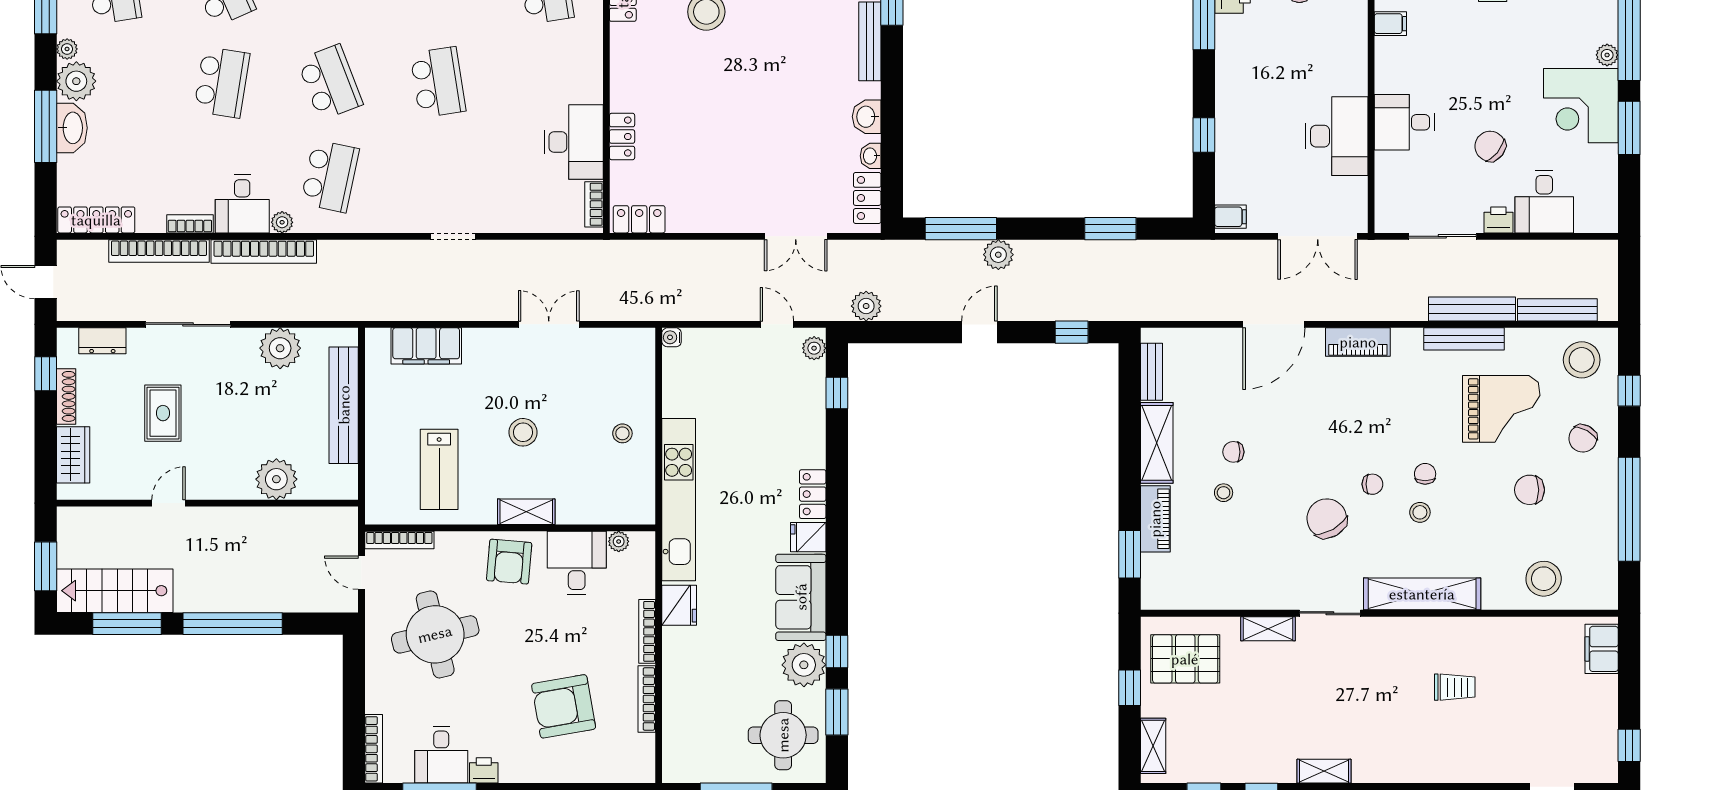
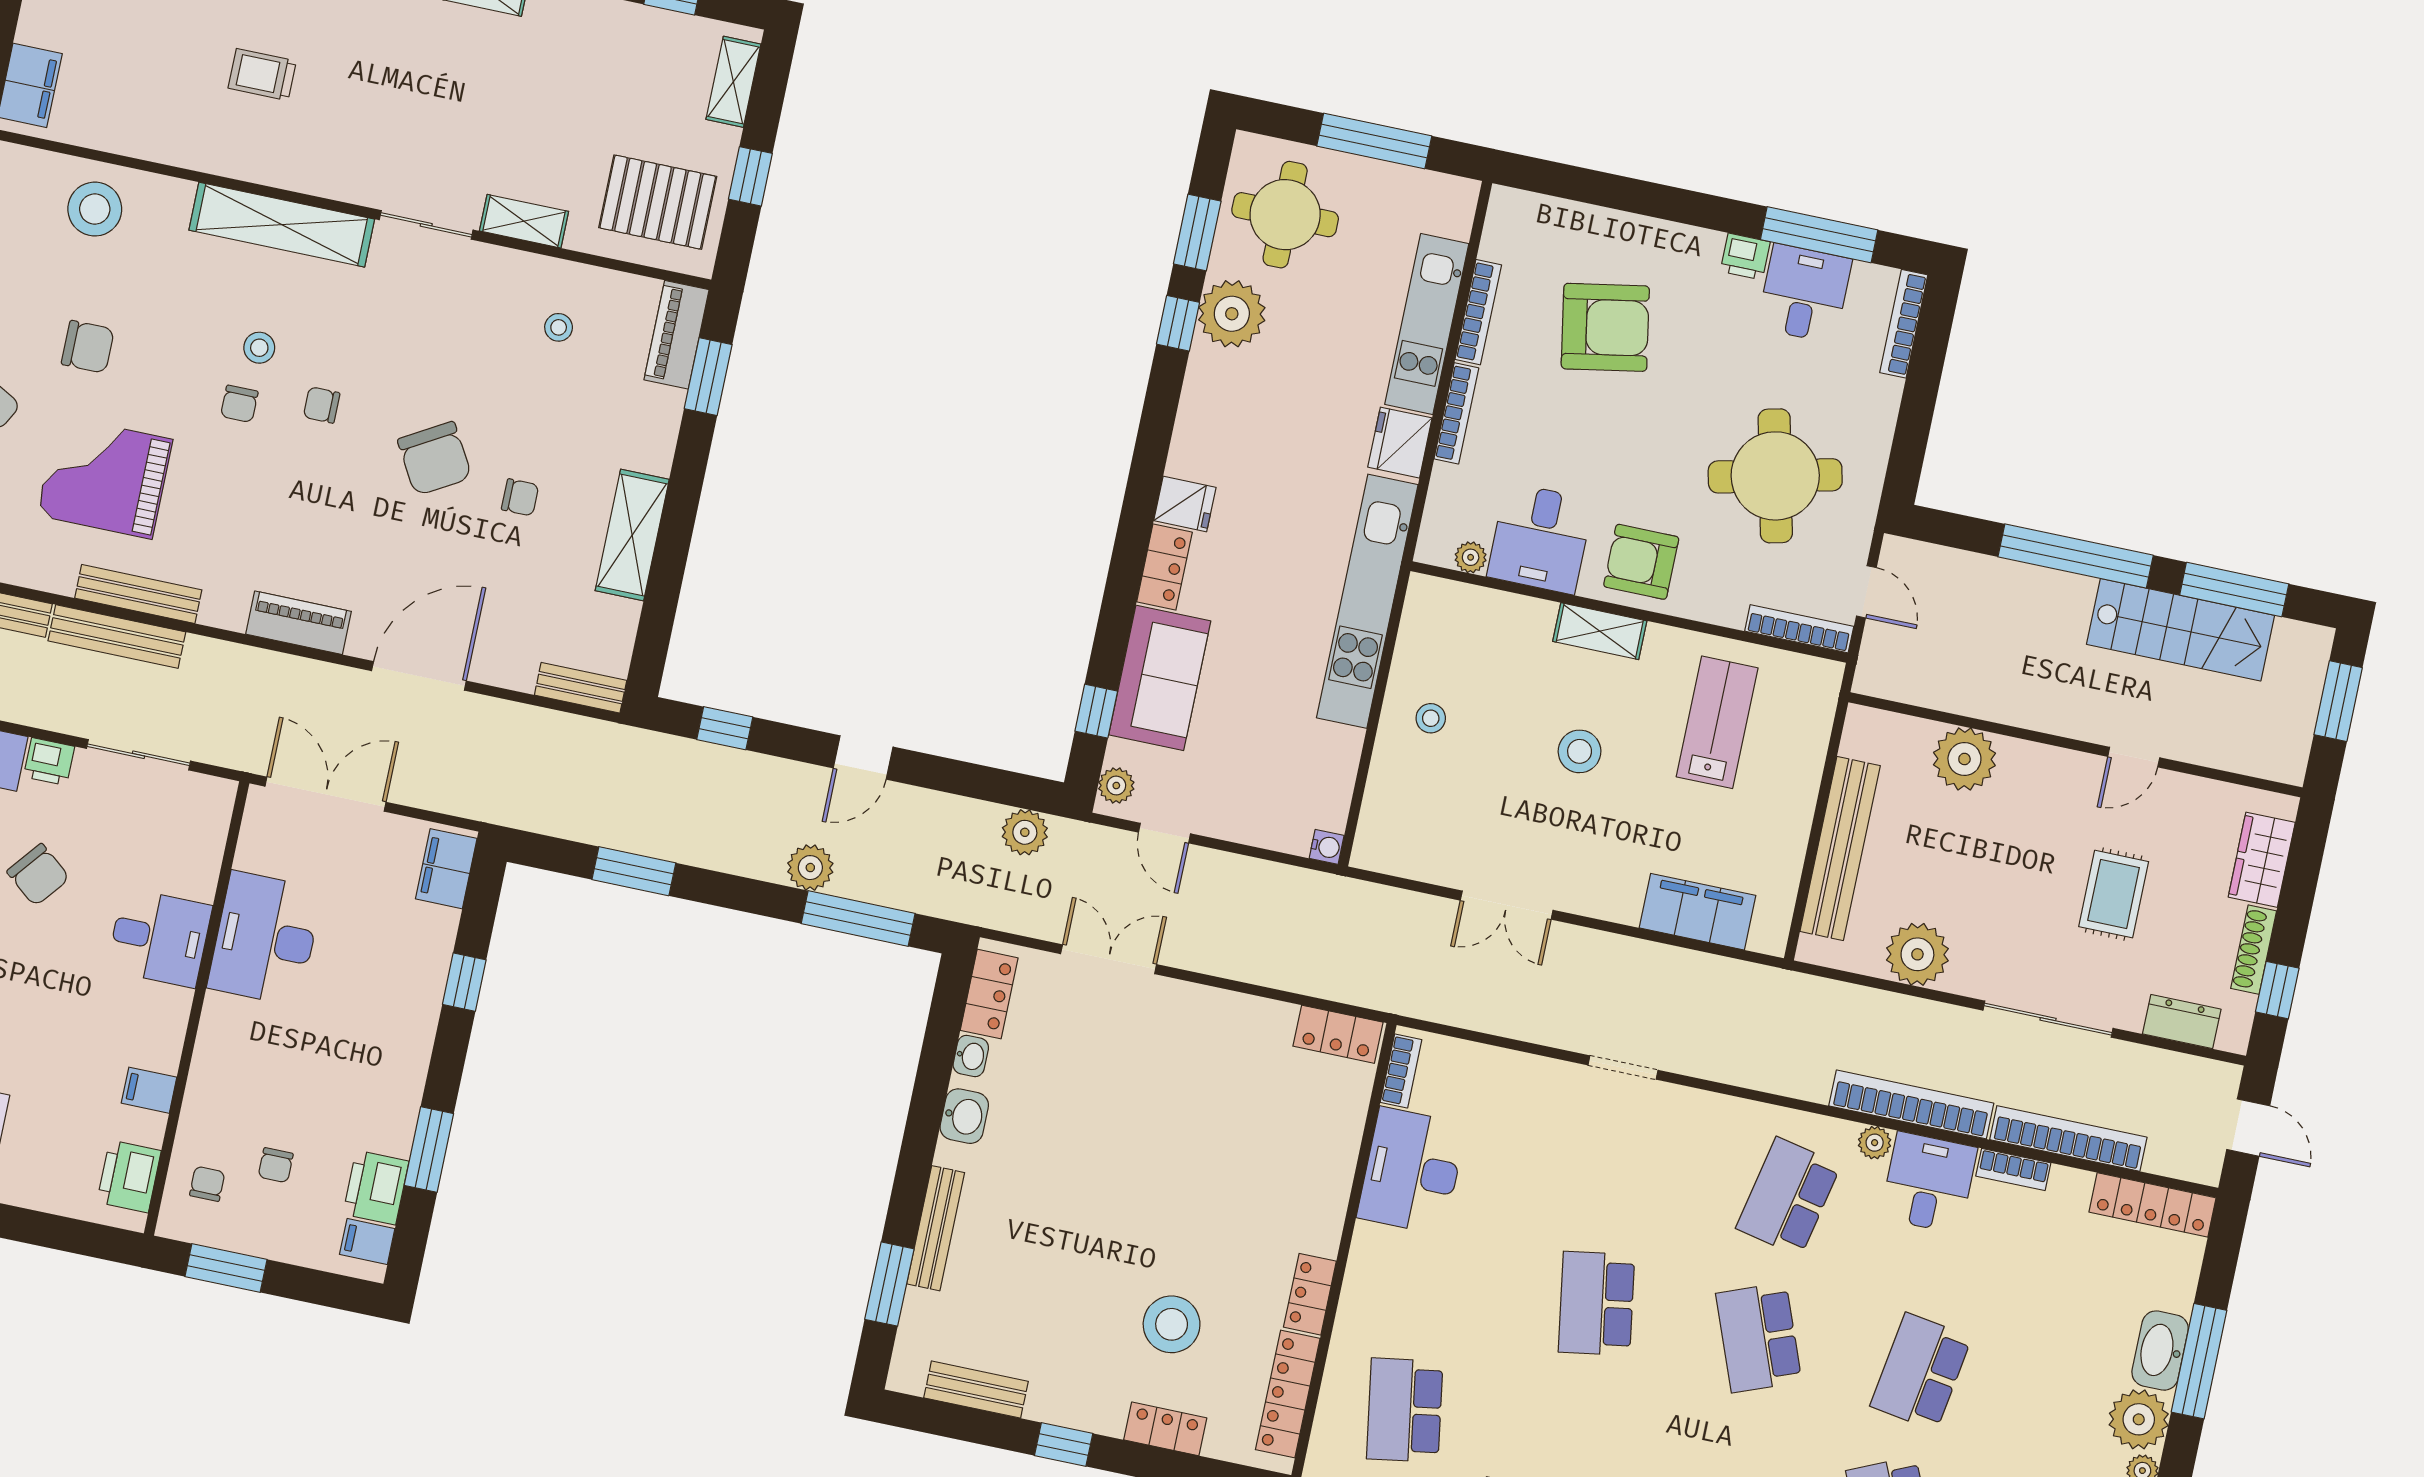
locker: (622, 137) -> (1310, 1294), moved
filing cabinet: (1230, 217) -> (446, 869), width x2.00
bench: (1151, 372) -> (581, 688), moved, turned 90
stool: (1224, 493) -> (559, 327), moved
chair: (1327, 518) -> (435, 458), moved
piano: (1155, 519) -> (676, 335), moved
armchair: (509, 562) -> (1641, 562), turned -95
stairs: (115, 591) -> (2181, 630), moved
sofa: (801, 597) -> (1160, 678), moved
kitchen unit: (678, 684) -> (1427, 324), added

